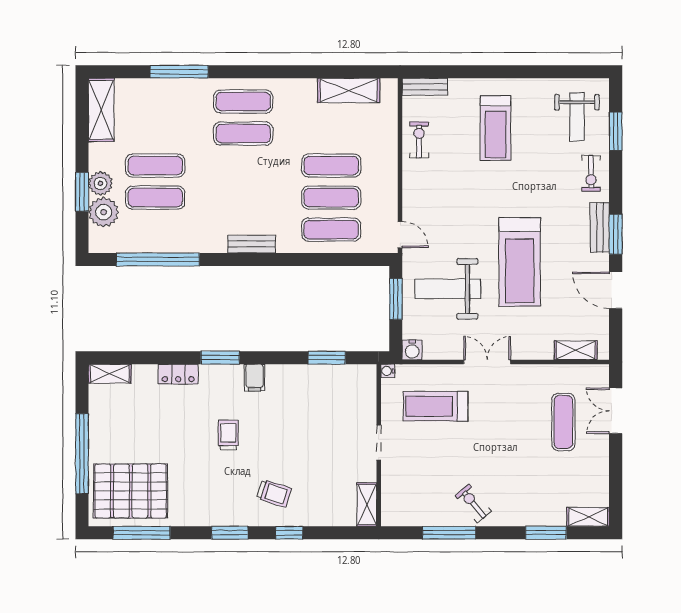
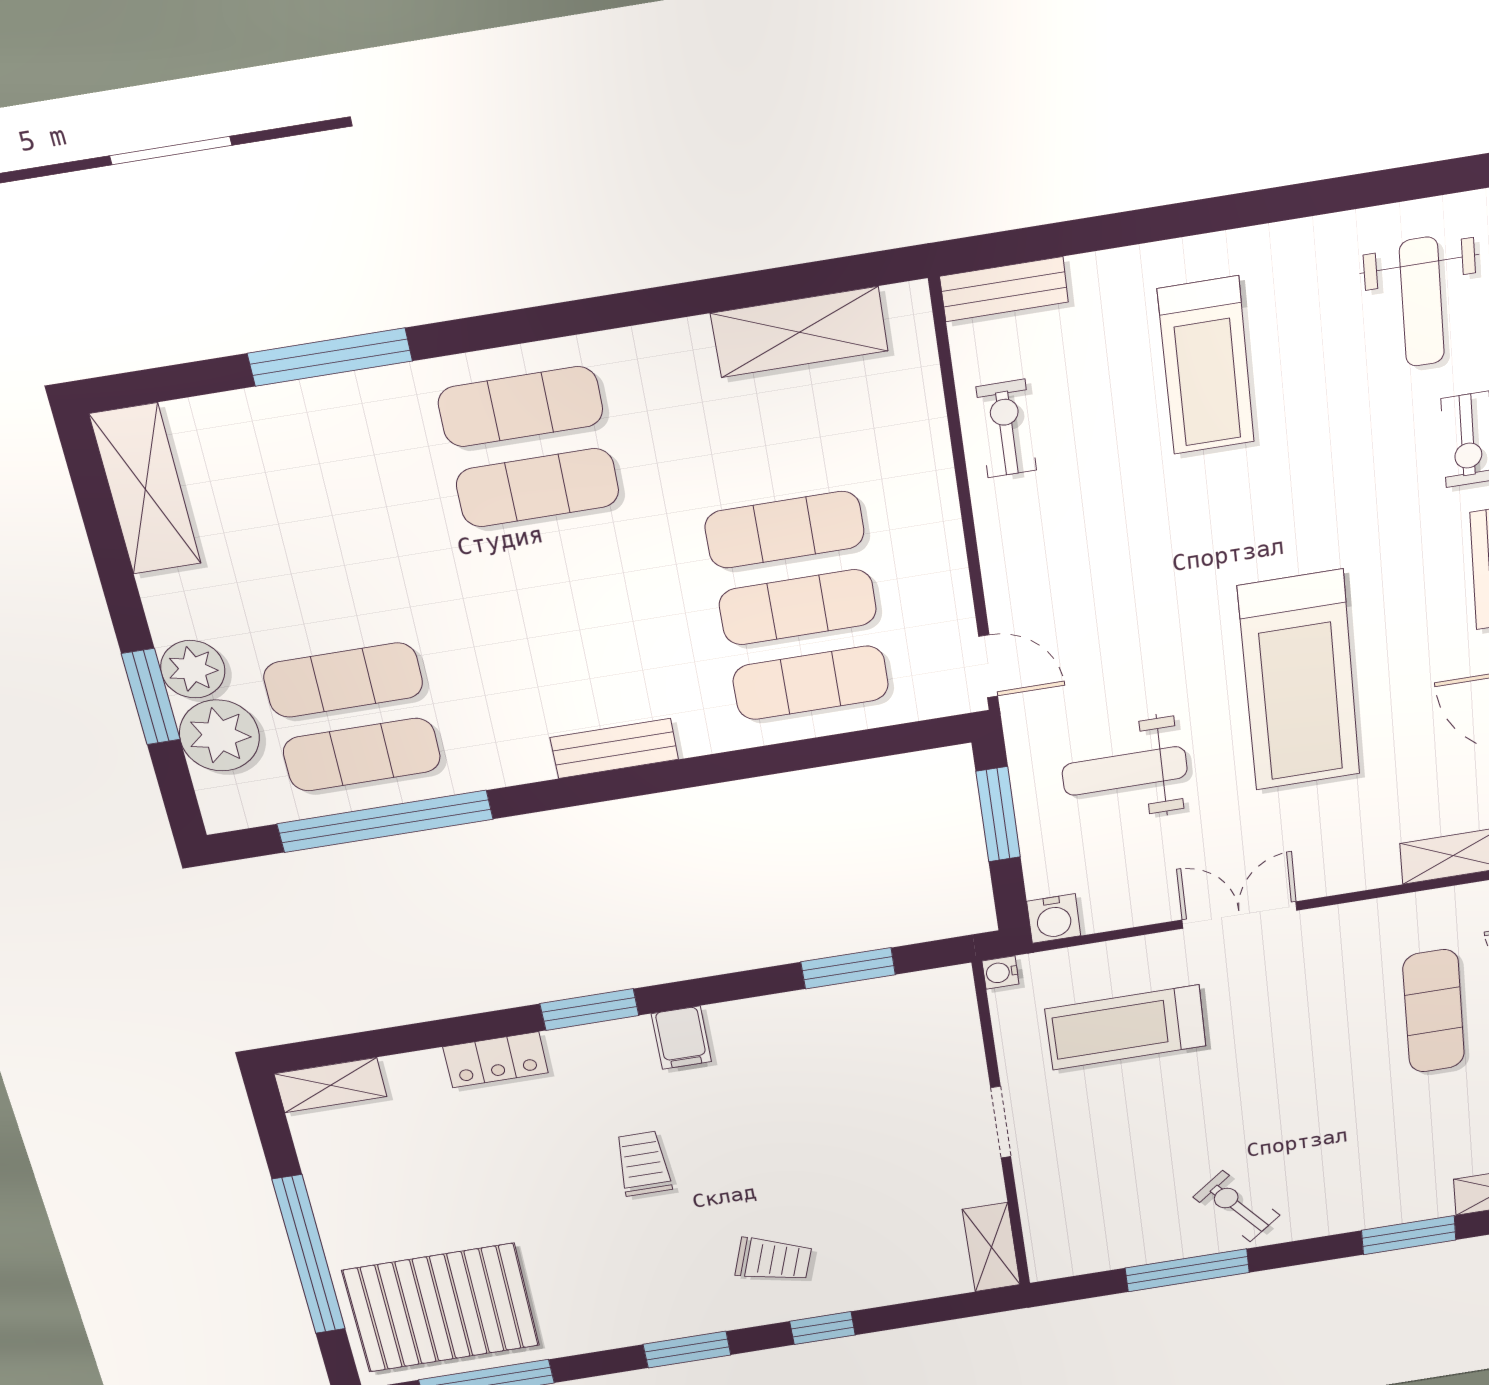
exercise mat: (155, 166) -> (362, 755), moved
weight bench: (448, 289) -> (1125, 771), width x0.73, depth x0.75

